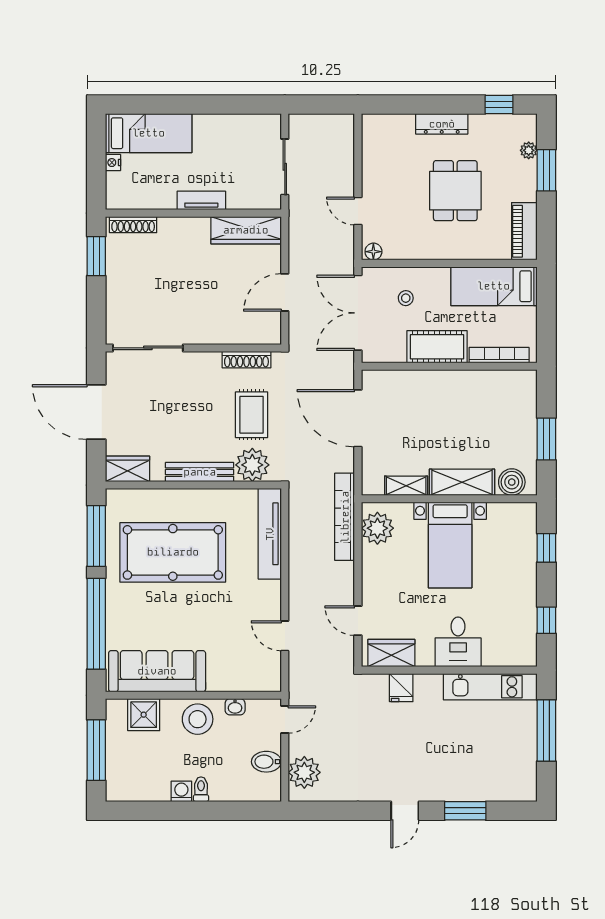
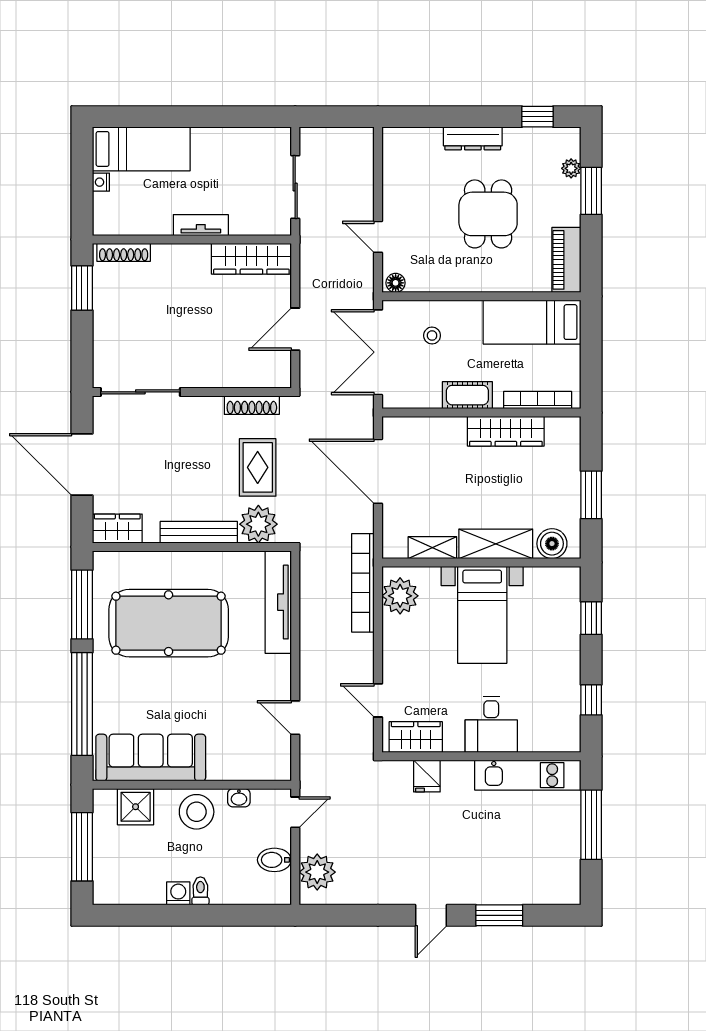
cot: (437, 347) -> (467, 395), width x0.73, depth x0.75
wardrobe: (471, 383) -> (506, 431), added

